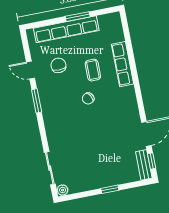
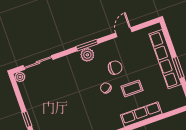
chair: (58, 65) -> (115, 68), moved
window: (37, 101) -> (87, 45), moved
plant: (49, 113) -> (87, 55), added

